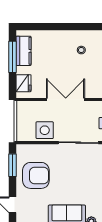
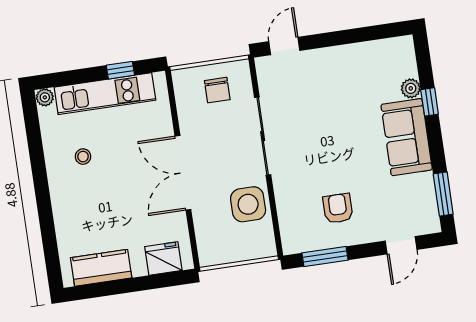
window: (12, 57) -> (116, 287), removed
armchair: (36, 175) -> (338, 208), width x0.53, depth x0.53

